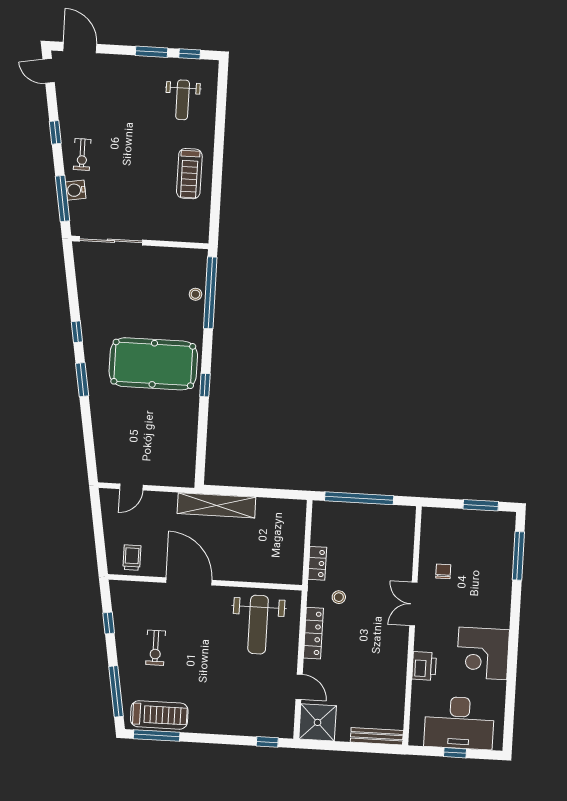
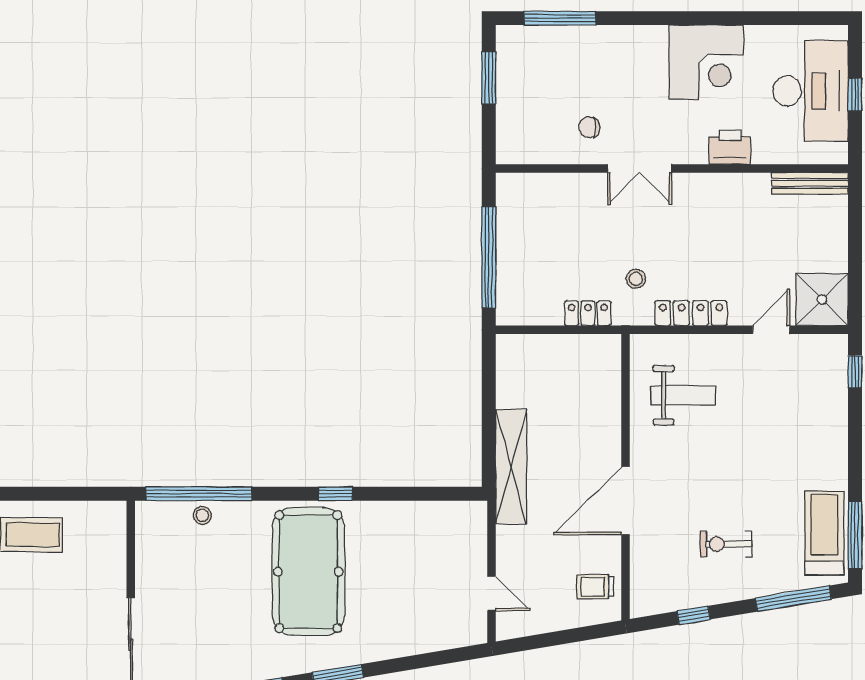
weight bench: (258, 625) -> (683, 395), width x0.73, depth x0.75
exercise bike: (156, 648) -> (726, 544), turned 180
bench: (377, 736) -> (810, 183), moved, turned 90

